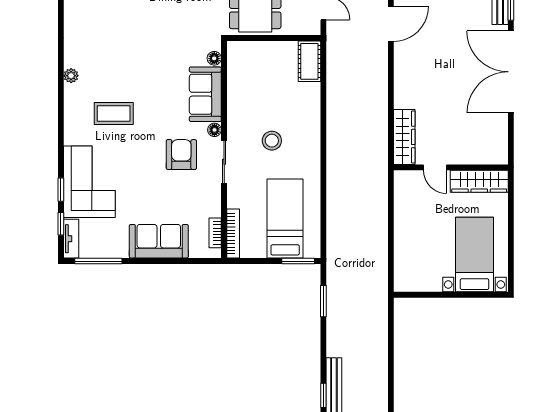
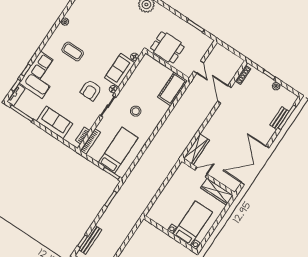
door: (391, 24) -> (224, 94), swing flipped
cot: (309, 61) -> (172, 89), width x1.37, depth x1.34
double door: (511, 72) -> (255, 165), moved
armchair: (181, 155) -> (91, 90), turned 180
door: (435, 167) -> (201, 172), swing flipped

